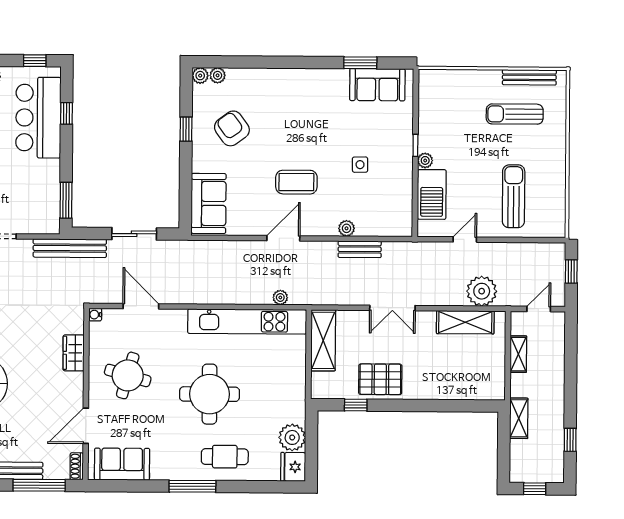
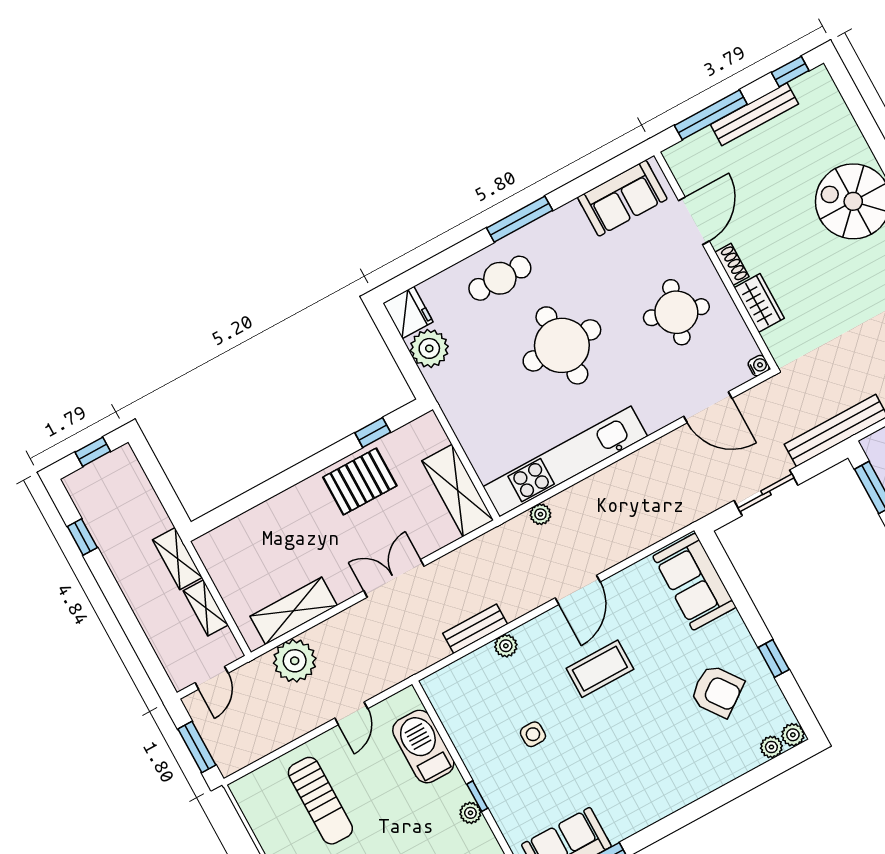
plant: (425, 160) -> (470, 813), moved
window: (571, 271) -> (197, 747), width x1.50
shelving: (519, 418) -> (177, 559), moved
shoe rack: (77, 466) -> (732, 264), moved

